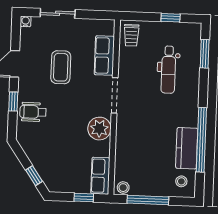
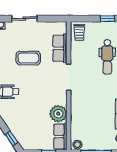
coffee table: (61, 67) -> (28, 58), turned 90
plant: (99, 129) -> (58, 114), moved

